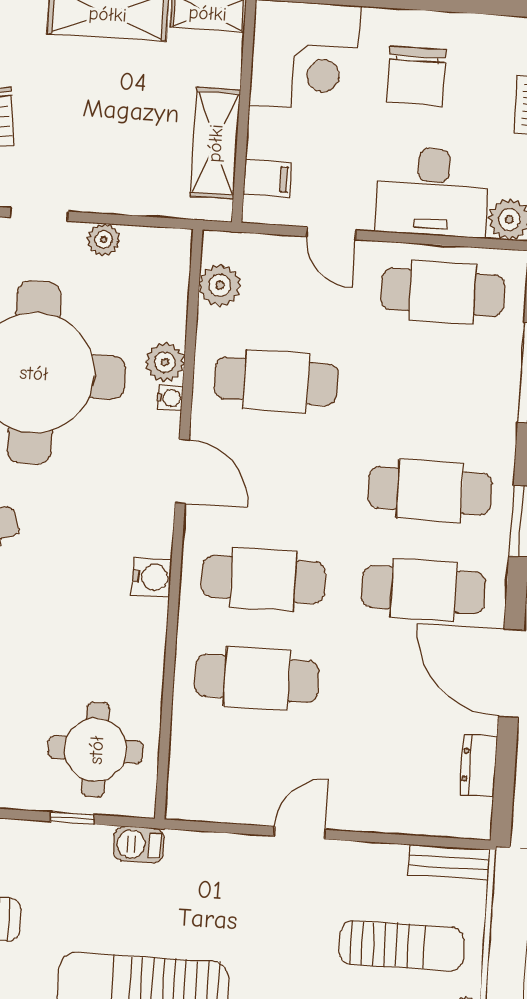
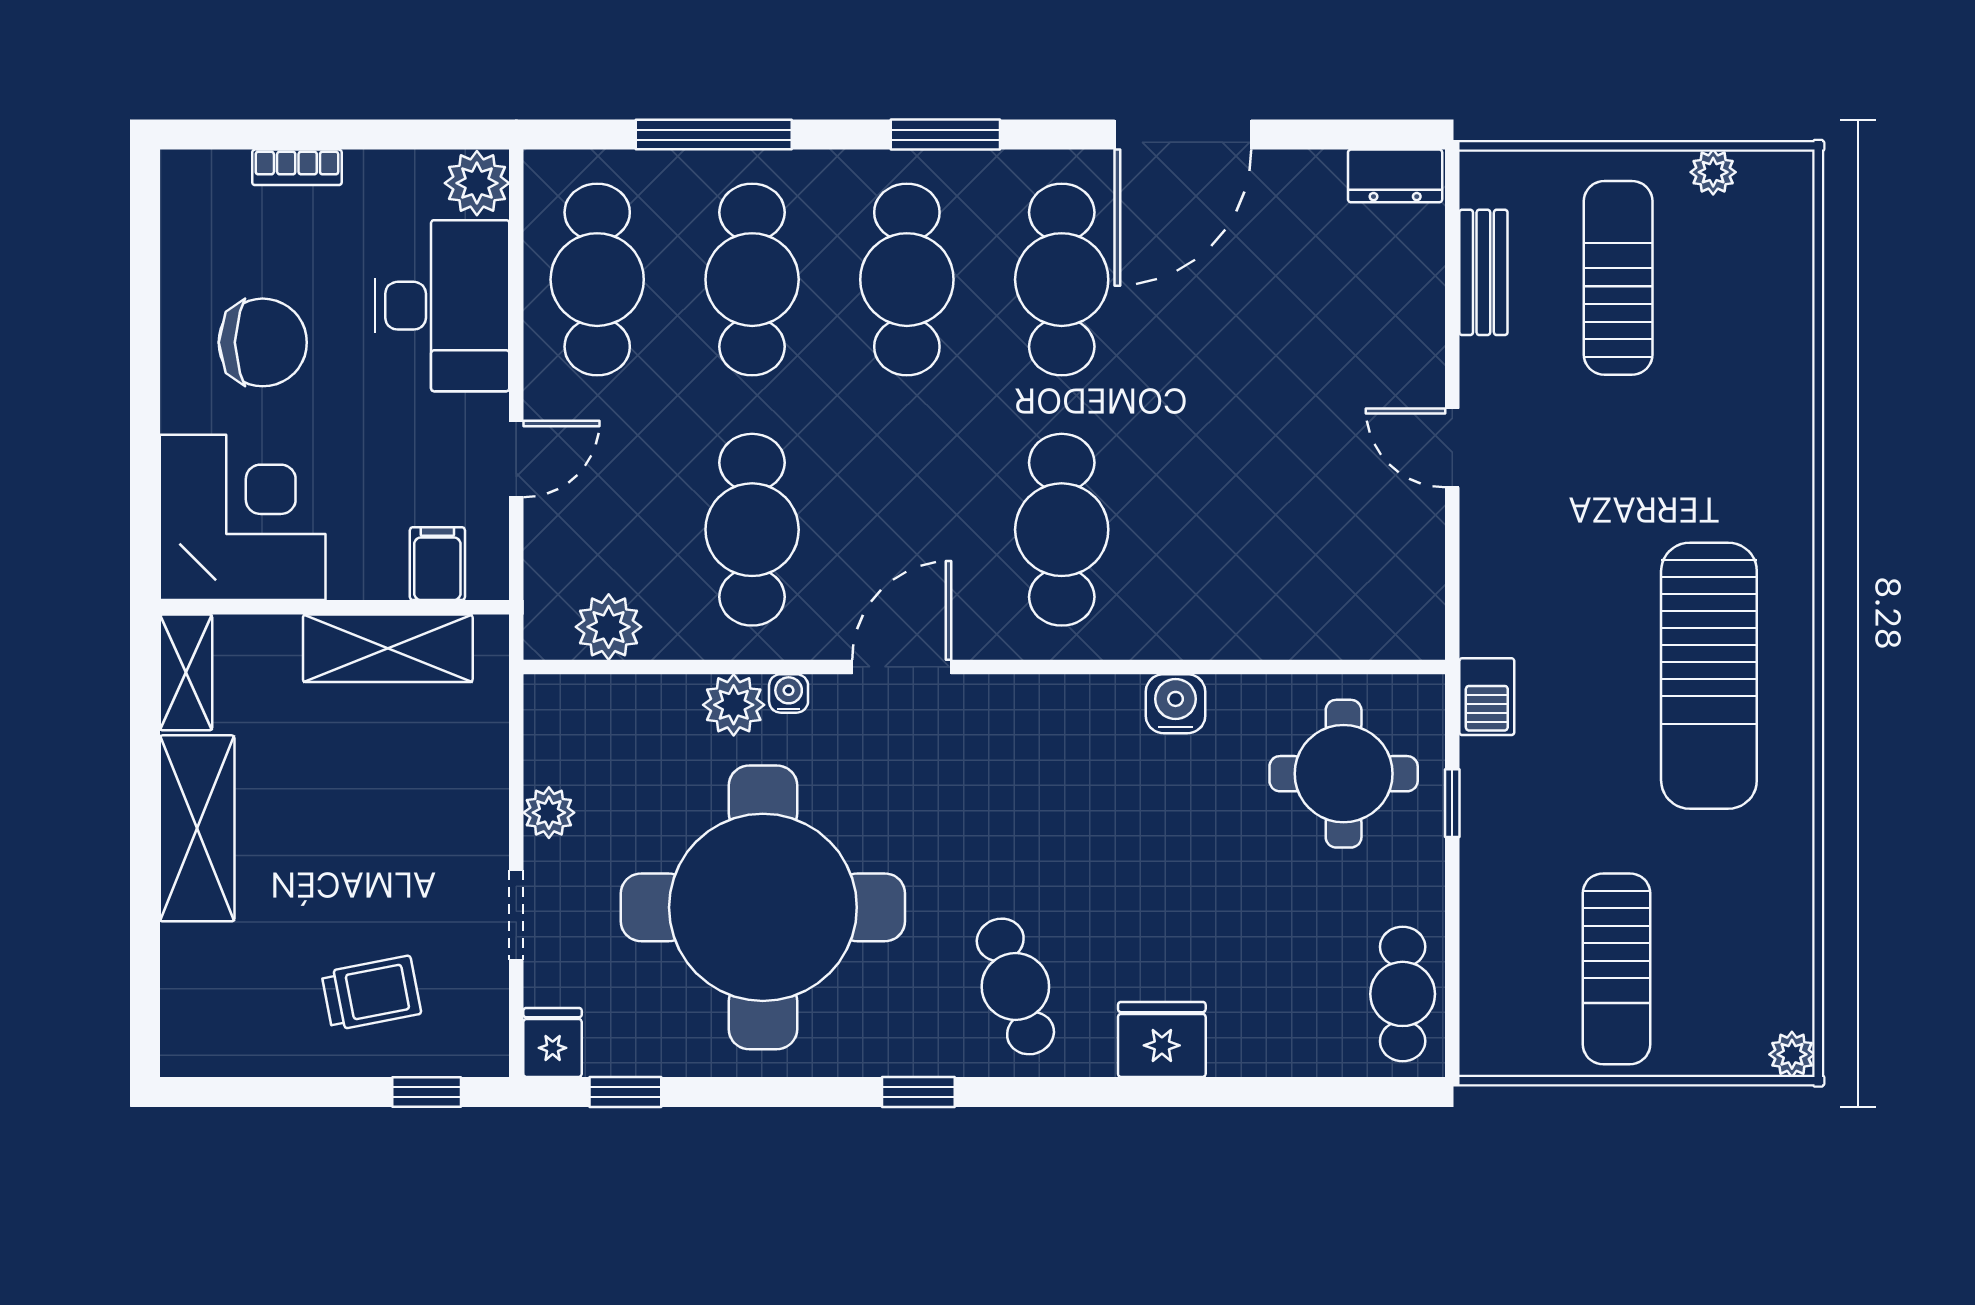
water cooler: (152, 577) -> (1176, 704), moved
cafe table: (257, 678) -> (752, 280), moved
dresser: (479, 766) -> (1395, 176), moved
bench: (449, 862) -> (1483, 272), moved

